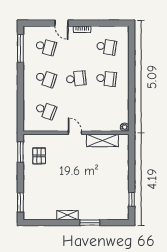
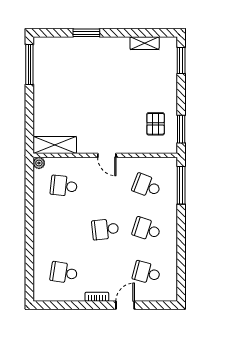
door: (61, 23) -> (125, 305), hinge flipped
window: (20, 48) -> (181, 185), moved
school desk: (106, 79) -> (64, 186), moved
shelving: (102, 140) -> (55, 145), moved
window: (132, 199) -> (29, 64), width x2.17
shelving: (68, 215) -> (145, 43), moved

